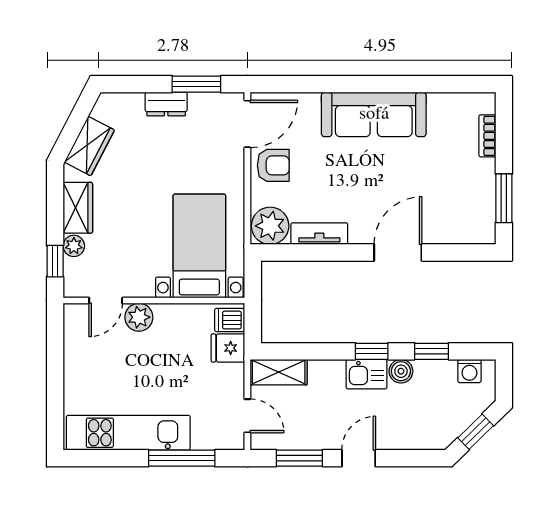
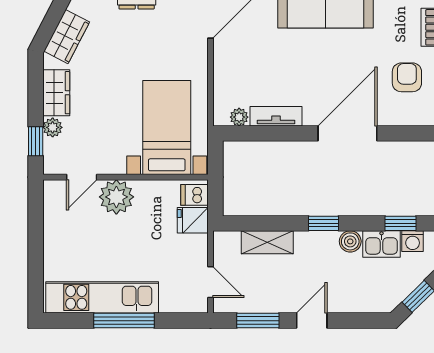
armchair: (273, 165) -> (407, 77), moved, turned -90
plant: (270, 226) -> (239, 117), width x0.53, depth x0.53
door: (398, 252) -> (347, 133), width x1.36
plant: (139, 317) -> (116, 197), width x1.36, depth x1.36
window: (431, 351) -> (400, 223), moved
shelving: (279, 372) -> (267, 242), moved
kitchen sink: (367, 374) -> (381, 244), moved
window: (182, 458) -> (124, 321), moved

